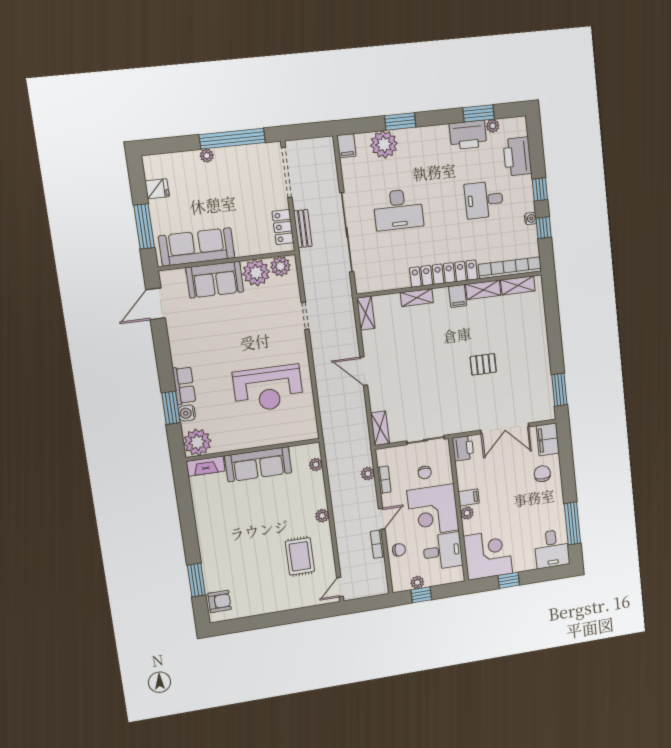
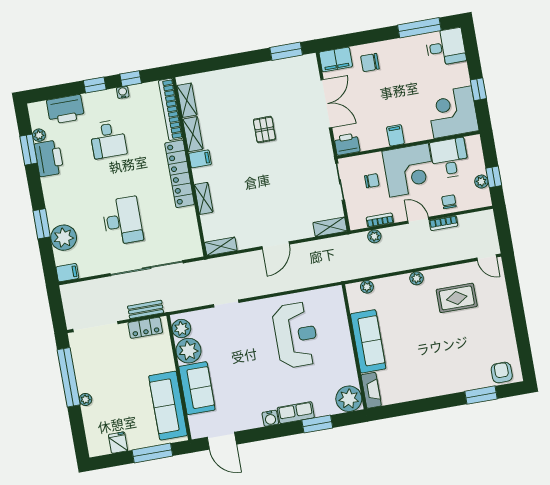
water cooler: (187, 413) -> (270, 418), moved
plant: (467, 513) -> (411, 136), removed

